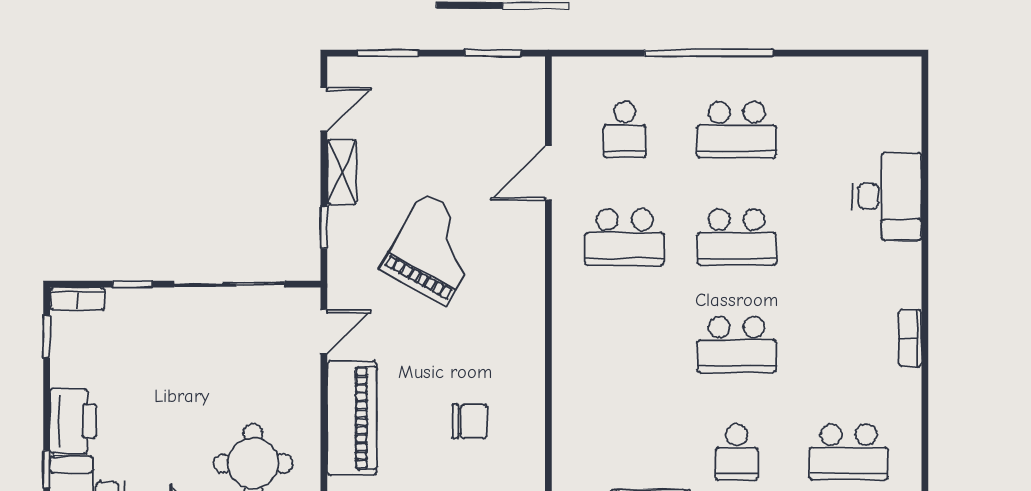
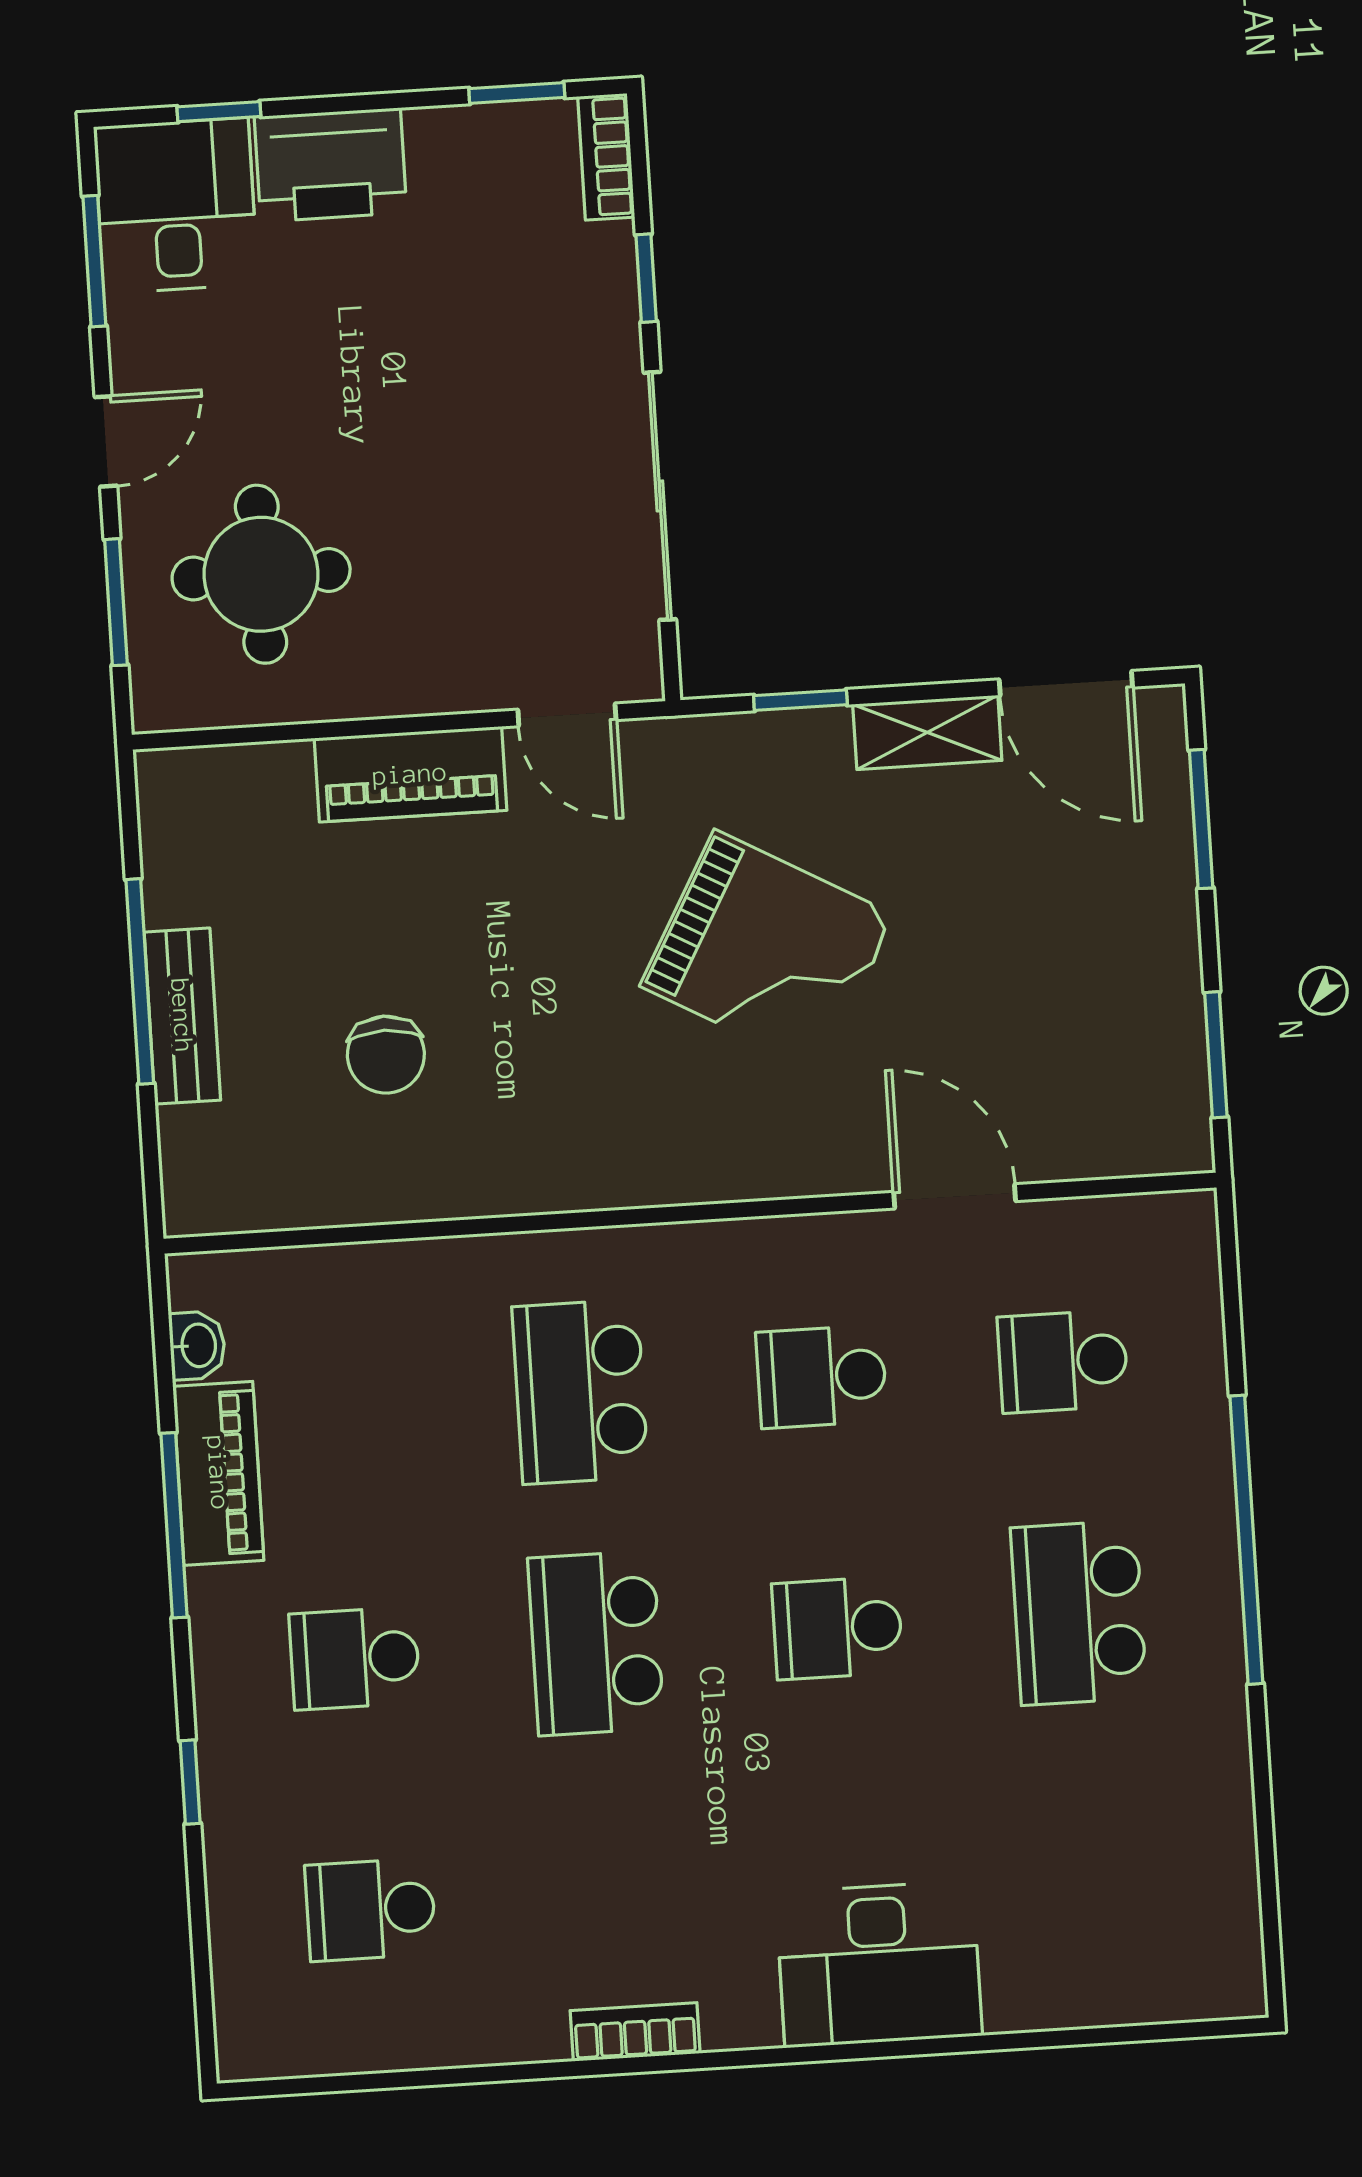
door: (324, 109) -> (1066, 683), width x1.38
desk: (887, 196) -> (879, 1964), moved
school desk: (625, 237) -> (822, 1377), width x0.54
school desk: (737, 237) -> (837, 1628), width x0.54
school desk: (625, 345) -> (580, 1392), added
piano: (352, 418) -> (410, 774), width x0.73, depth x0.75
school desk: (849, 452) -> (371, 1910), width x0.54

